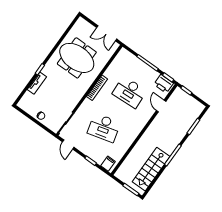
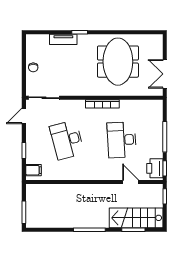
door: (161, 106) -> (131, 182), hinge flipped
stairs: (151, 169) -> (136, 218), moved

